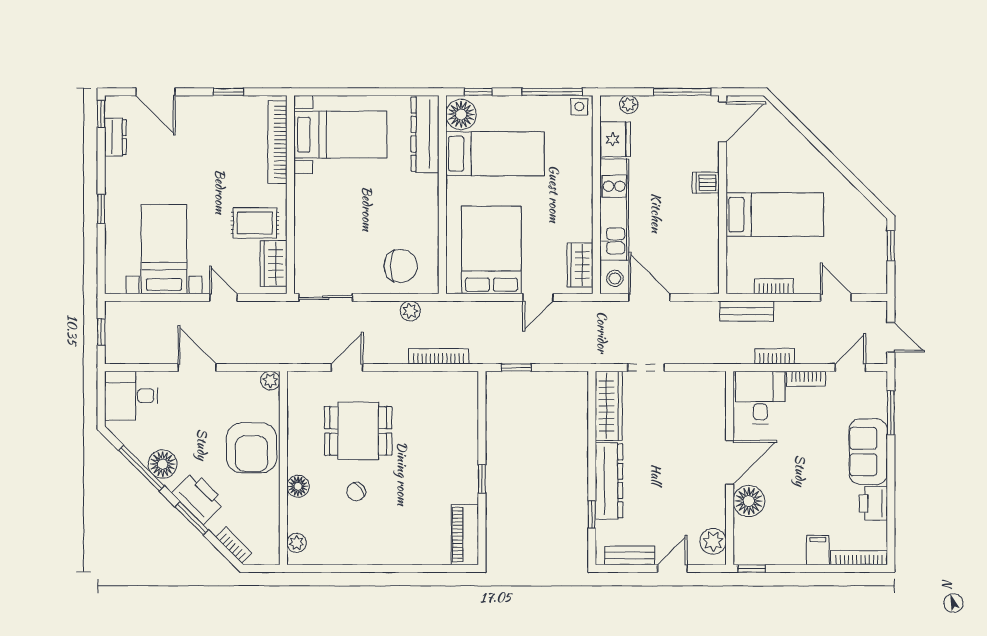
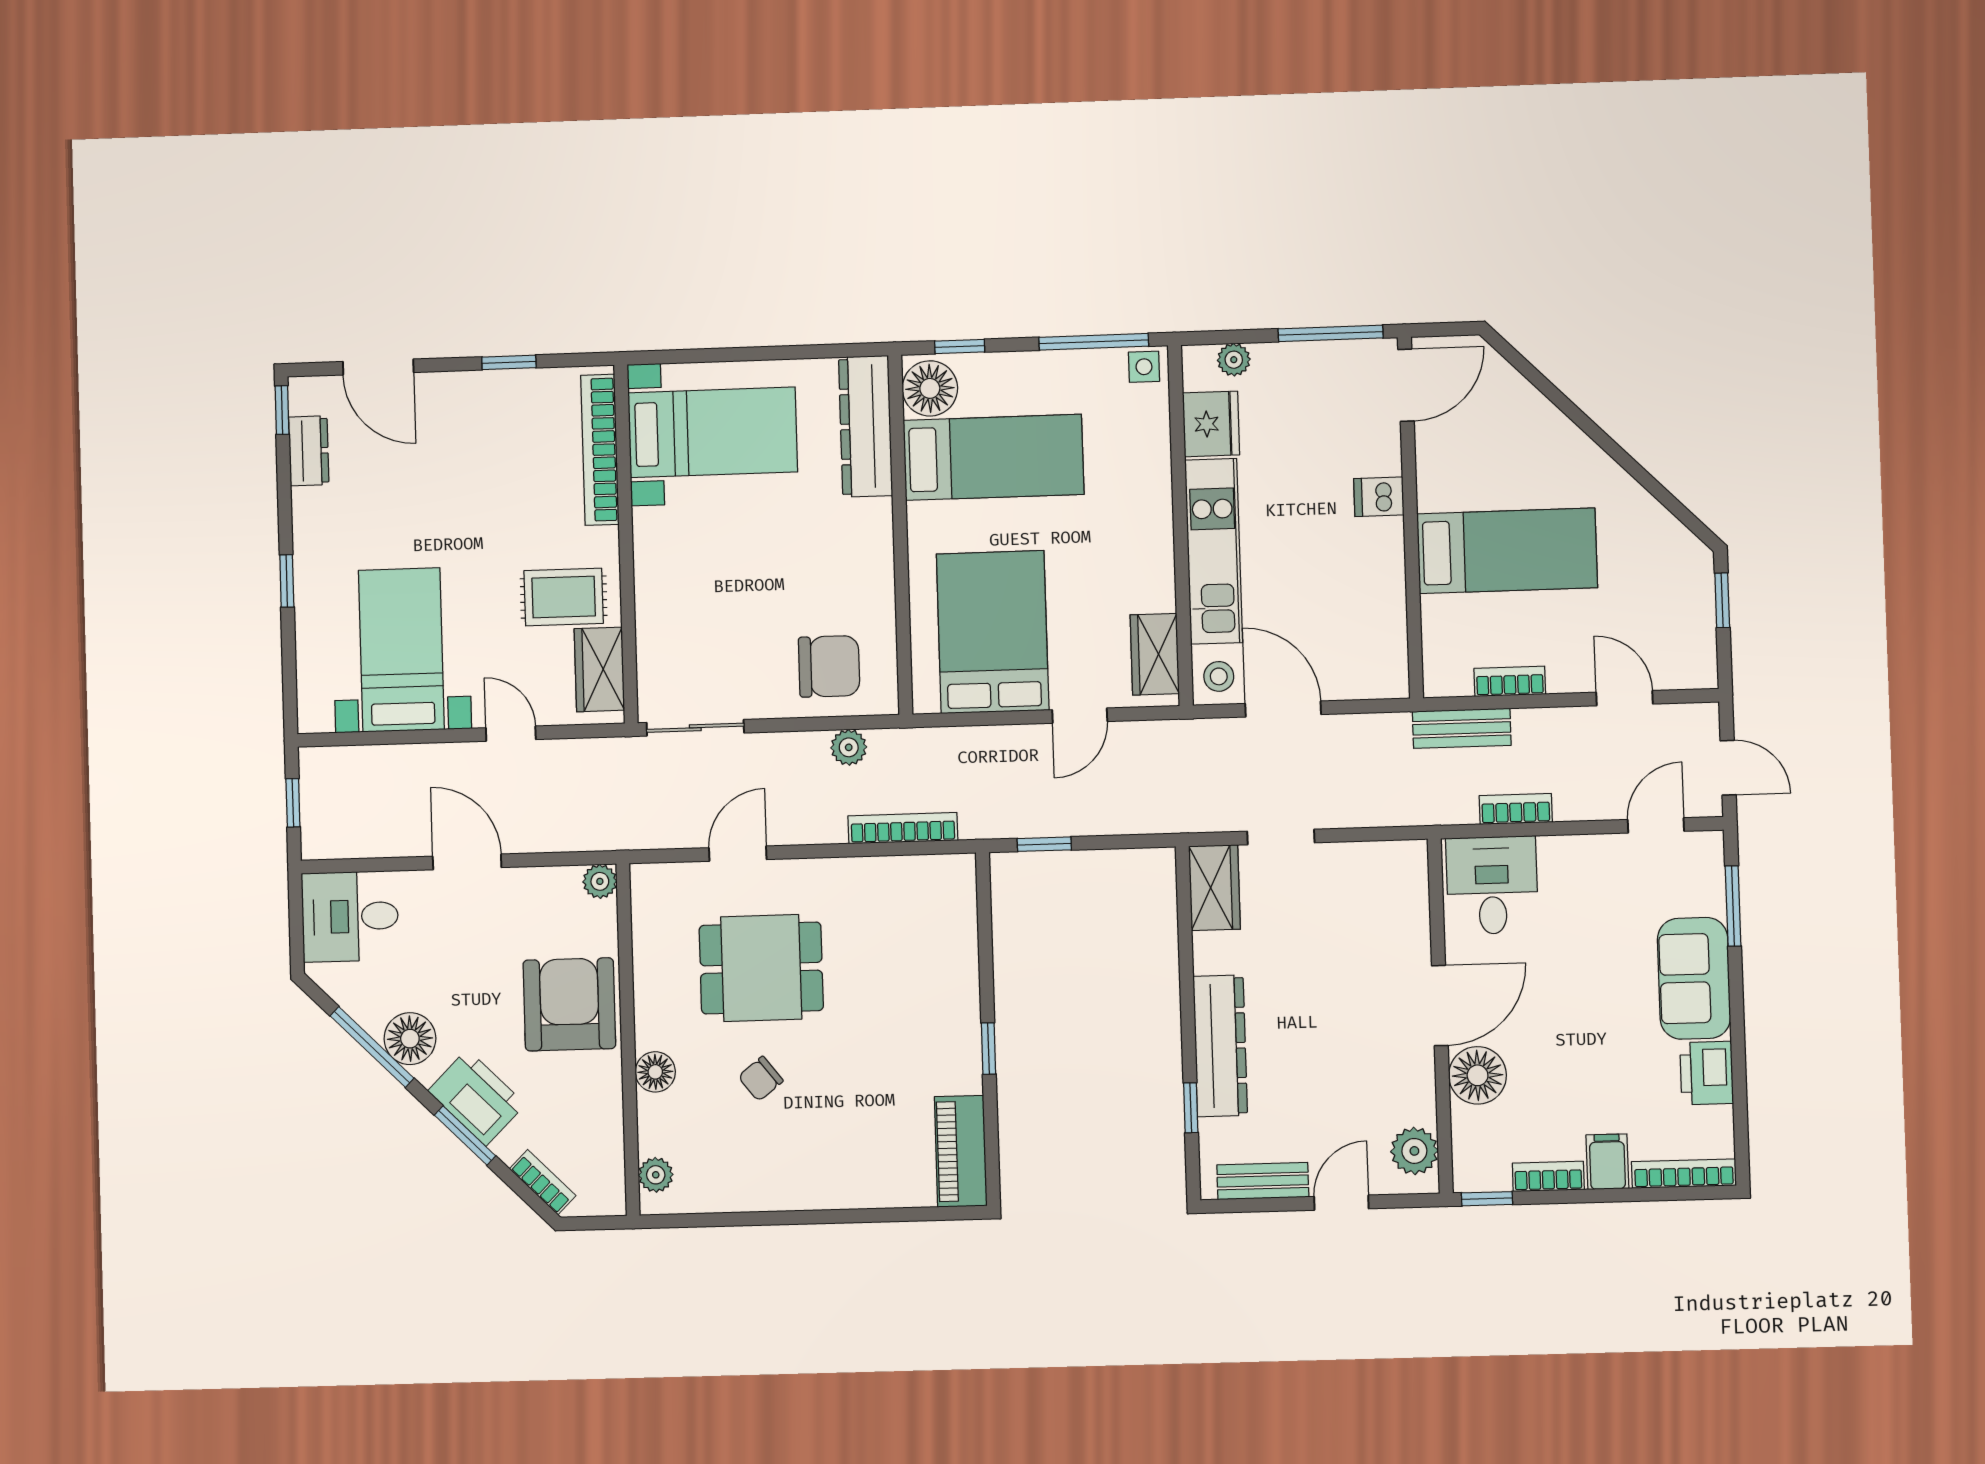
bookcase: (806, 379) -> (1548, 1176), moved, turned 180
wardrobe: (609, 406) -> (1215, 888), width x0.67
armchair: (252, 448) -> (569, 1004), turned 180

